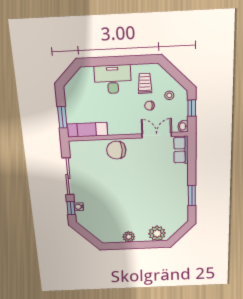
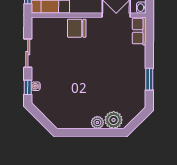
sliding door: (68, 176) -> (28, 53), width x0.73
plant: (129, 237) -> (97, 122), moved

